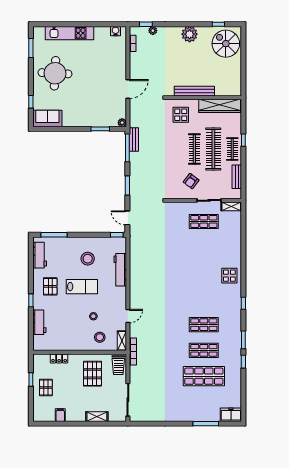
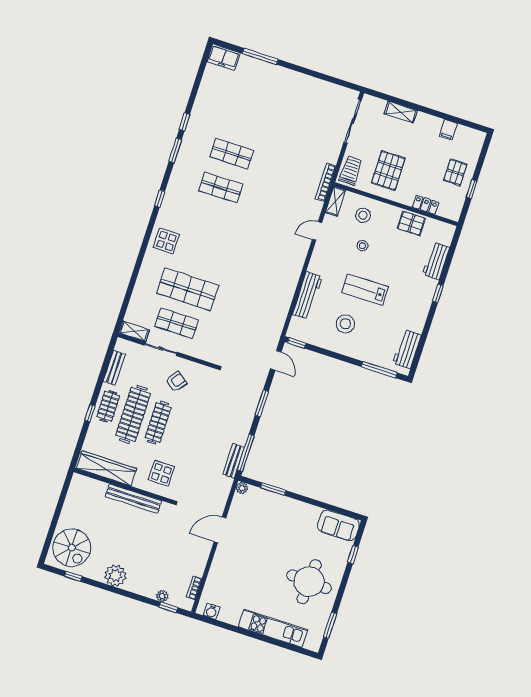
pallet: (50, 286) -> (411, 223), moved, turned 90
shop shelf: (204, 376) -> (188, 289), moved

